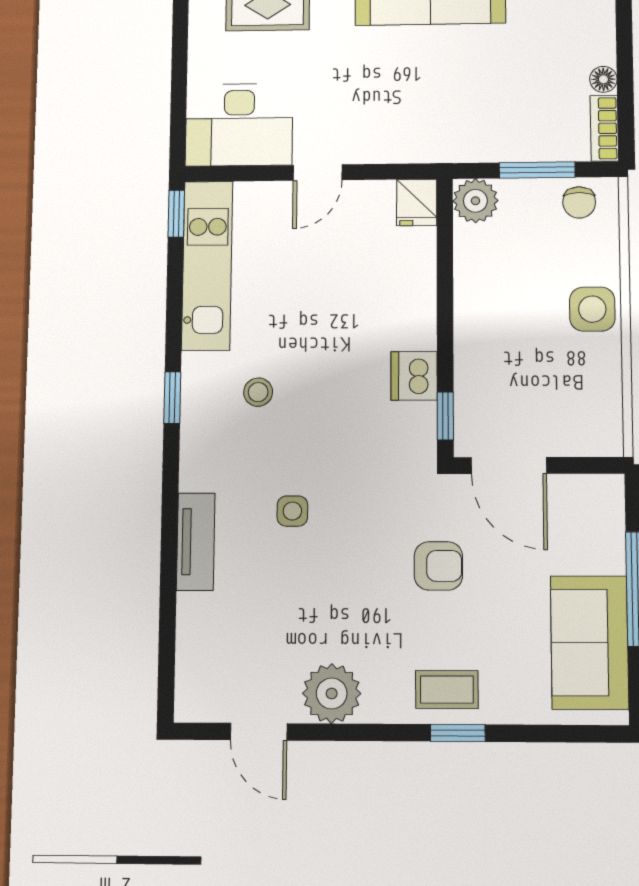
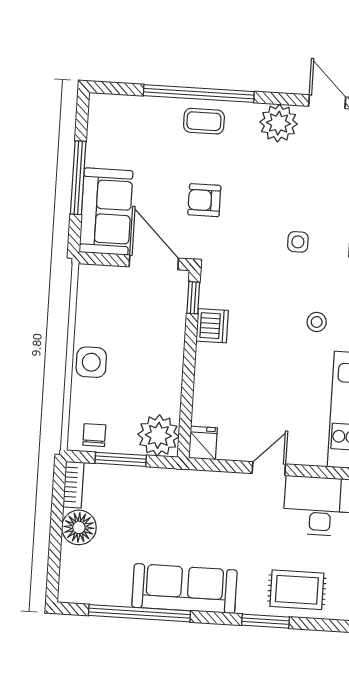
floor lamp: (603, 79) -> (79, 527), width x1.89, depth x1.89
plant: (475, 201) -> (158, 435), width x1.36, depth x1.36
sofa: (589, 642) -> (106, 212), moved
window: (458, 733) -> (199, 94), width x3.17

